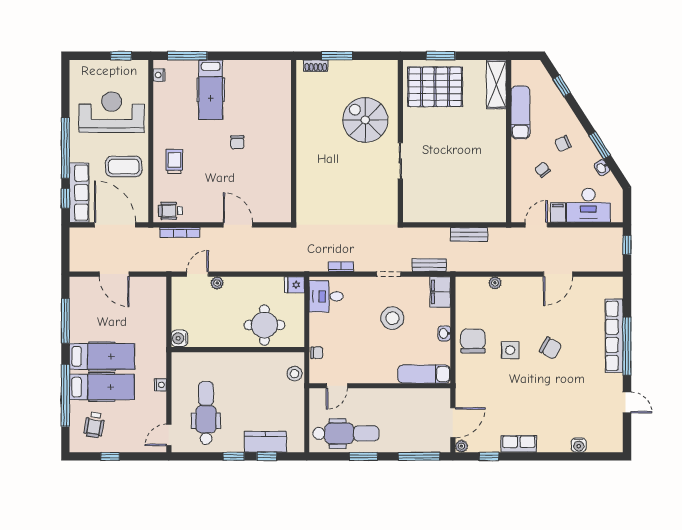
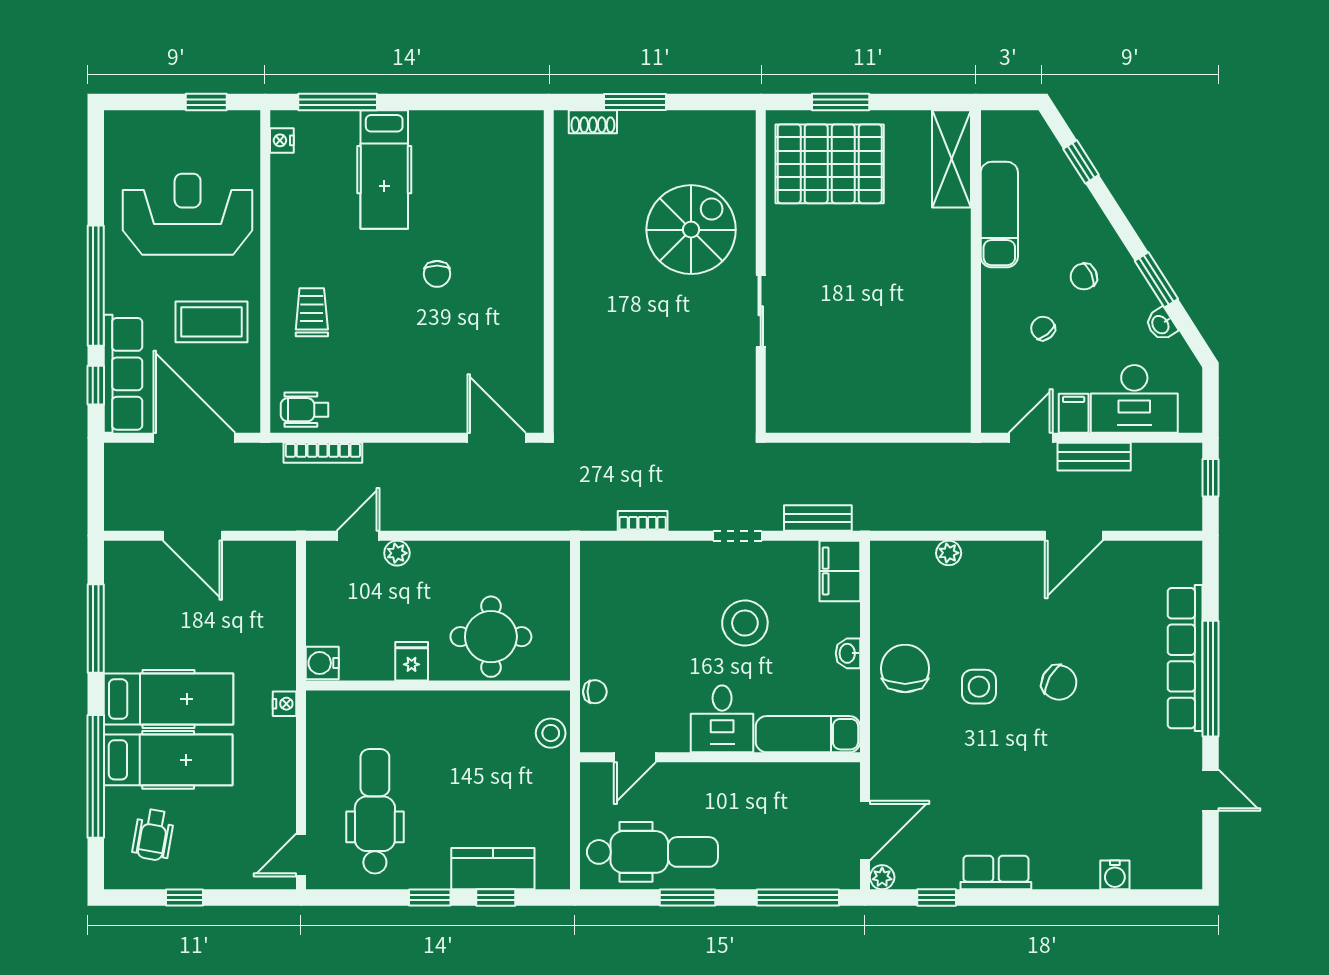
spiral stairs: (365, 120) -> (691, 230), turned 90
door: (238, 225) -> (497, 438), moved
bench: (469, 234) -> (1094, 457), moved
fridge: (294, 285) -> (412, 661), moved, turned 90
desk: (326, 296) -> (722, 719), moved, turned -90
nightstand: (160, 385) -> (285, 704), moved

